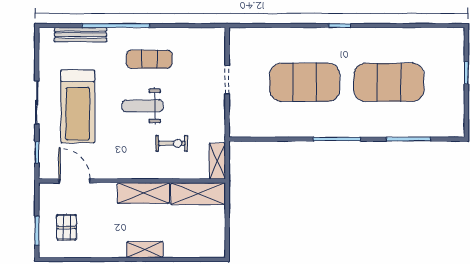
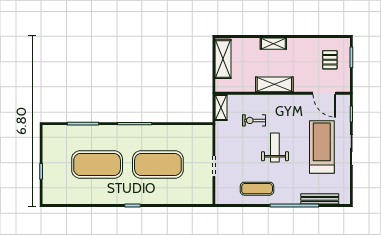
exercise mat: (149, 59) -> (257, 189), moved
weight bench: (143, 106) -> (275, 147), turned -90
shelving: (198, 194) -> (223, 59), moved, turned 90

